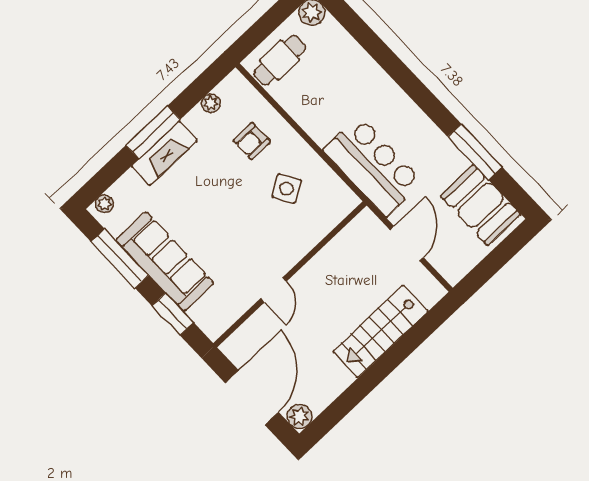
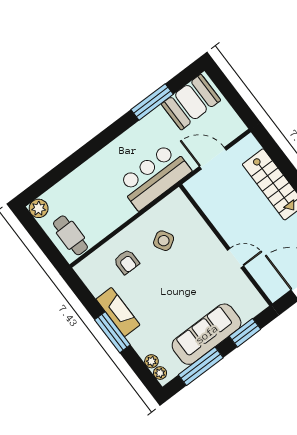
plant: (211, 103) -> (151, 361), moved
fireplace: (164, 153) -> (118, 312), moved

